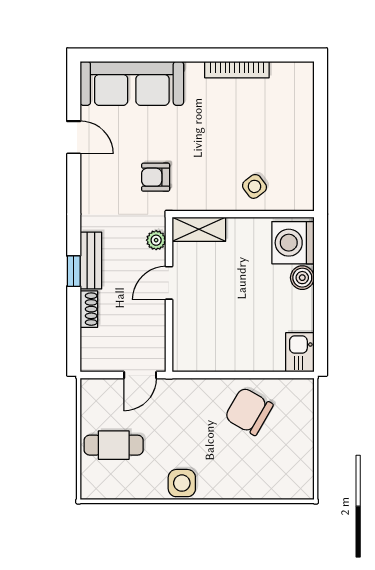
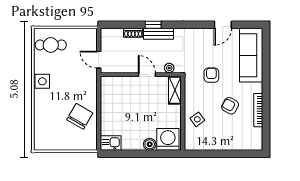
armchair: (229, 124) -> (230, 106), added
armchair: (156, 177) -> (211, 75), moved
cafe table: (114, 445) -> (51, 45), moved, turned 90

